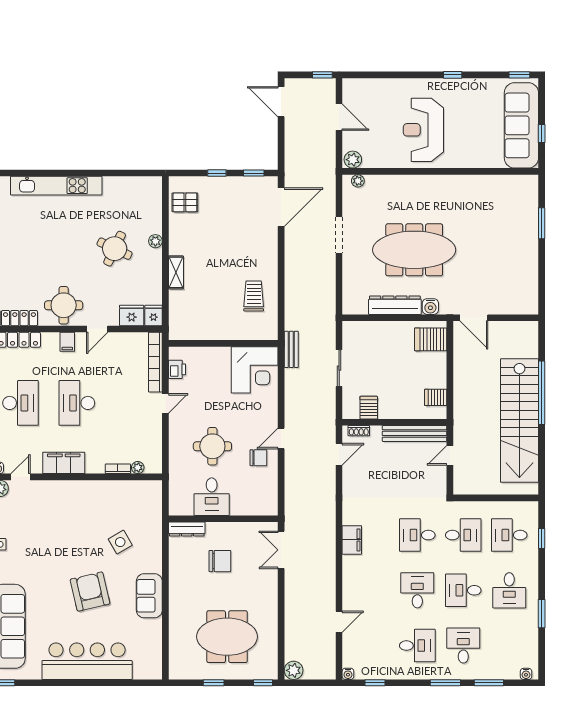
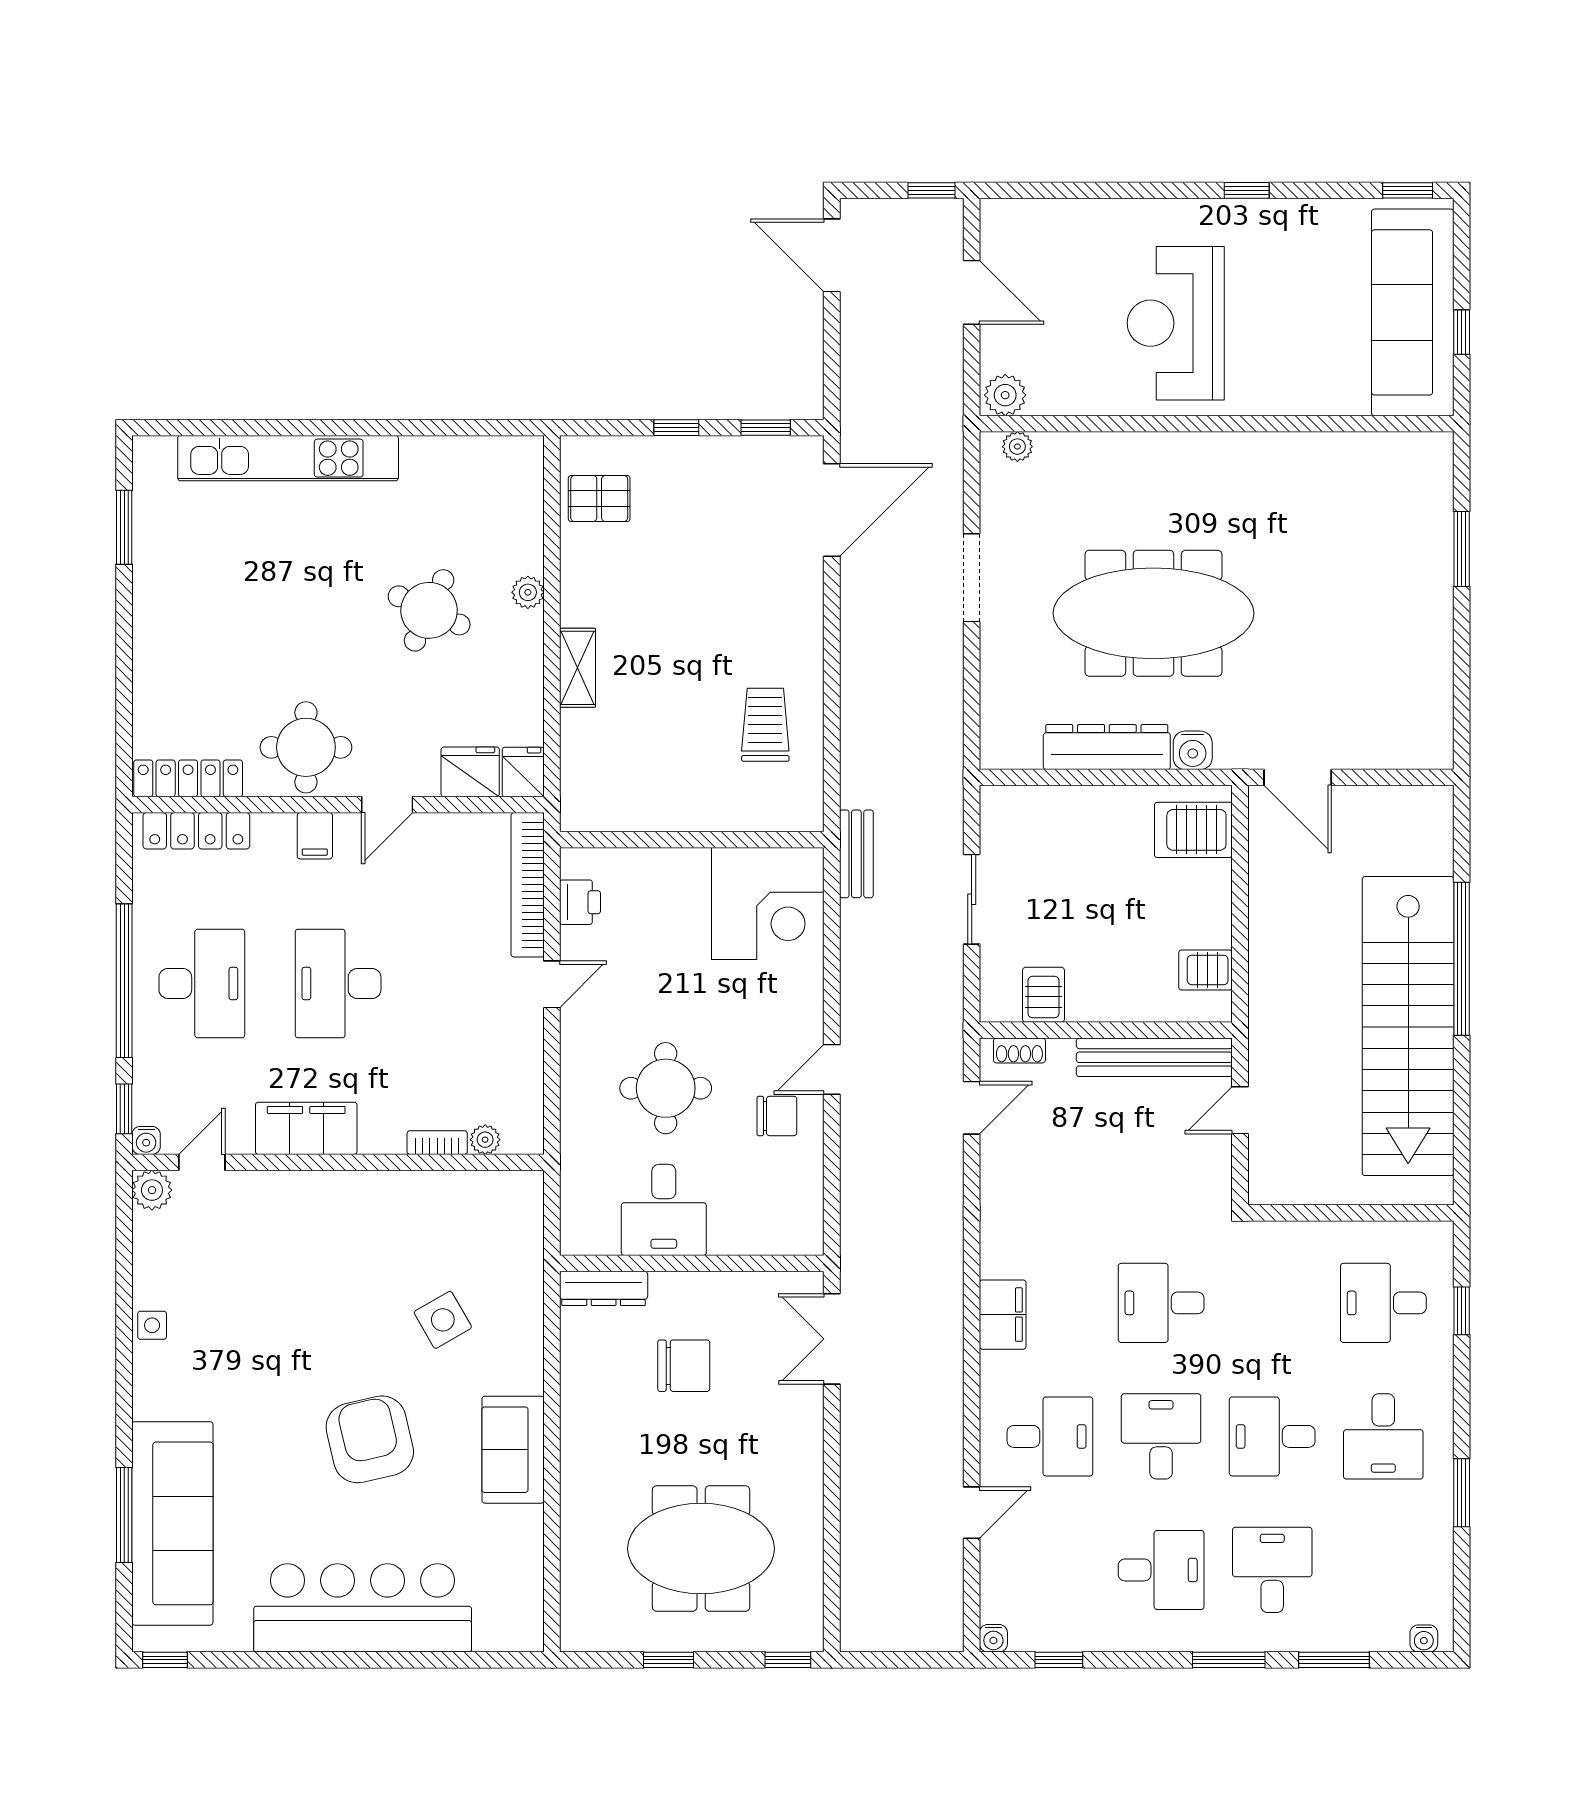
desk: (463, 535) -> (1050, 1436), moved
plant: (294, 670) -> (862, 1630), removed

